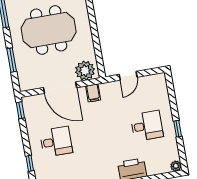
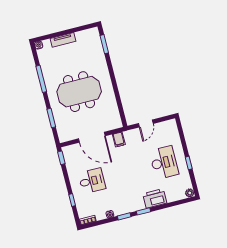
plant: (85, 71) -> (111, 122), removed
desk: (147, 126) -> (164, 163), width x1.37

